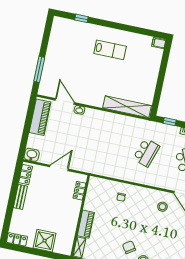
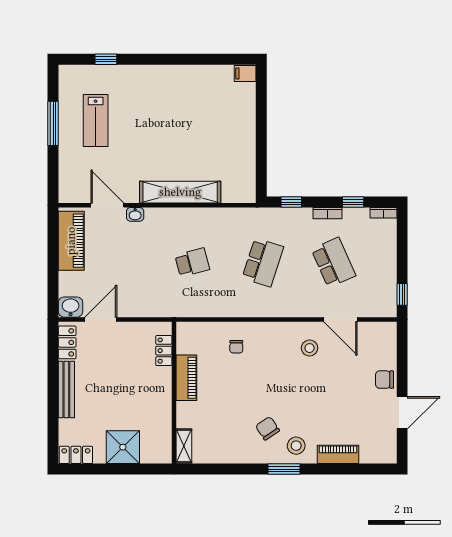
lab bench: (110, 50) -> (96, 121), moved, turned 90
window: (39, 69) -> (53, 123), moved
shelving: (127, 107) -> (180, 192), moved
school desk: (106, 144) -> (192, 262), added
door: (59, 168) -> (101, 319), moved
bench: (20, 197) -> (66, 390), width x1.36
piano: (86, 224) -> (186, 378), moved

